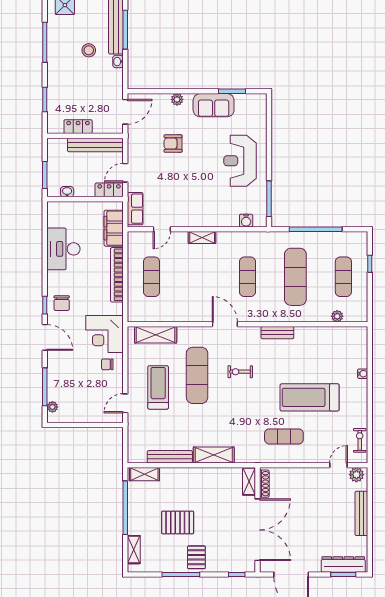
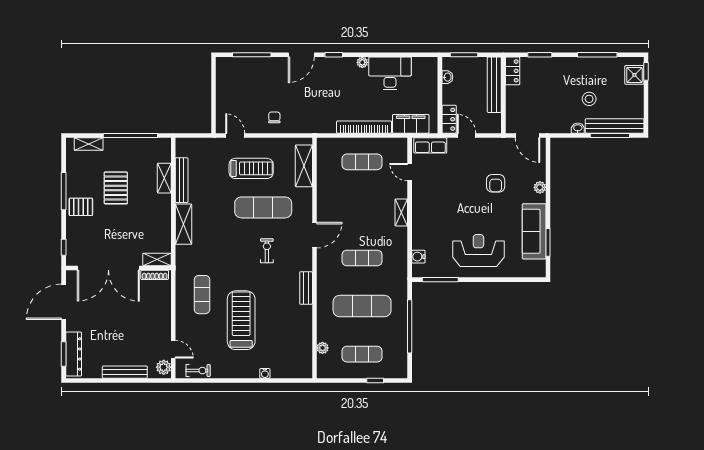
sofa: (214, 105) -> (534, 231), width x1.36
locker: (78, 127) -> (513, 71), moved
armchair: (173, 144) -> (496, 183), turned 180
bench: (95, 145) -> (494, 85), moved
chair: (62, 303) -> (336, 72), removed
corner desk: (104, 334) -> (305, 115), removed
plant: (52, 407) -> (362, 62), moved
shelving: (144, 474) -> (164, 178), moved

